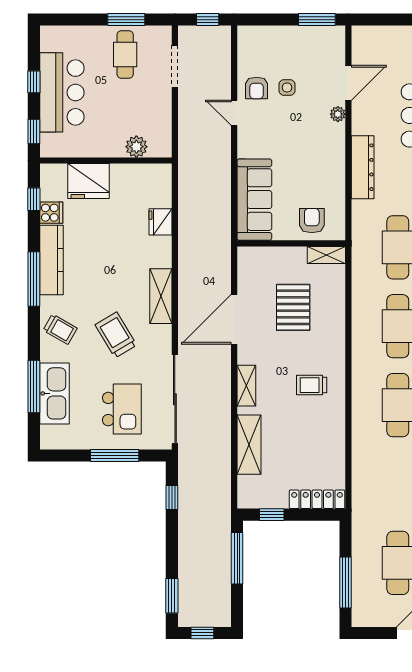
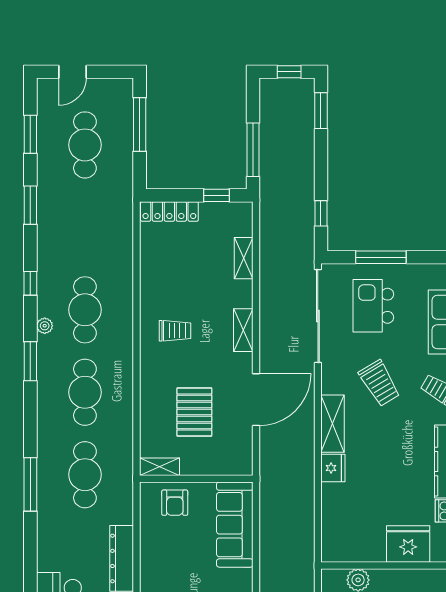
fridge: (160, 222) -> (333, 468), moved
shelving: (249, 445) -> (244, 258), width x0.67, depth x0.75

